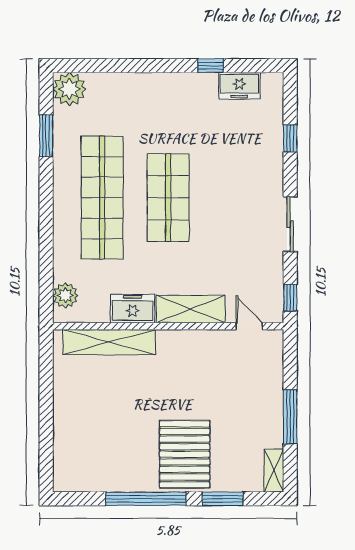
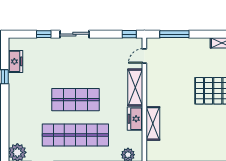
sliding door: (290, 224) -> (74, 34), moved
shelving: (109, 342) -> (153, 123), width x0.68
window: (290, 417) -> (174, 34), moved

